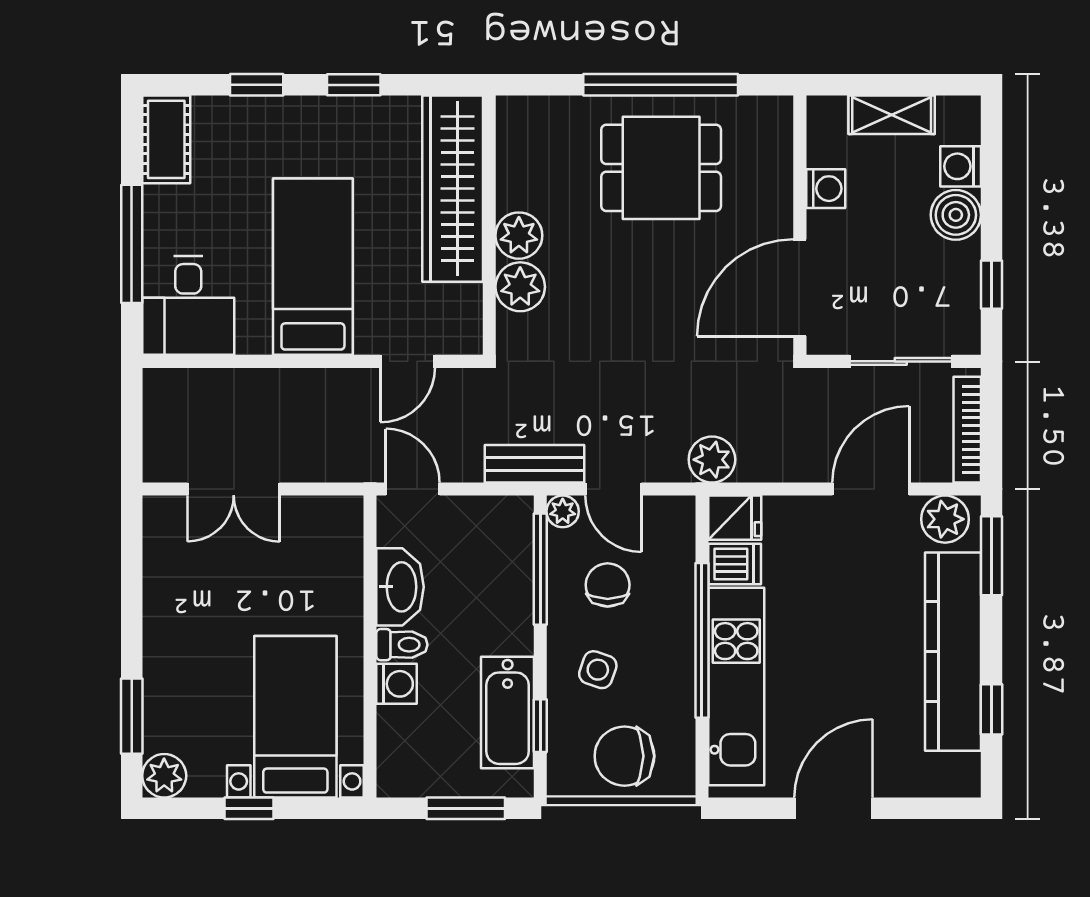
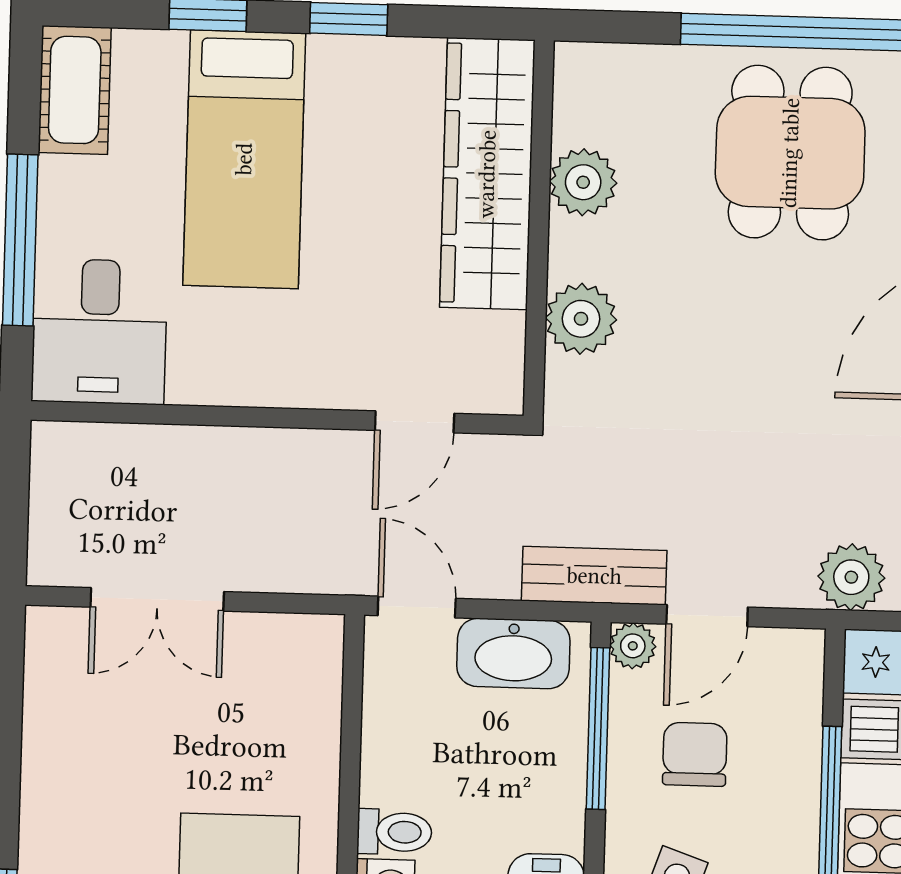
dining table: (661, 168) -> (790, 153), turned 90
plant: (519, 236) -> (583, 182), moved
bed: (313, 267) -> (244, 159), moved, turned 180
door: (613, 489) -> (707, 616), hinge flipped
washbasin: (400, 587) -> (513, 653), moved, turned 90

